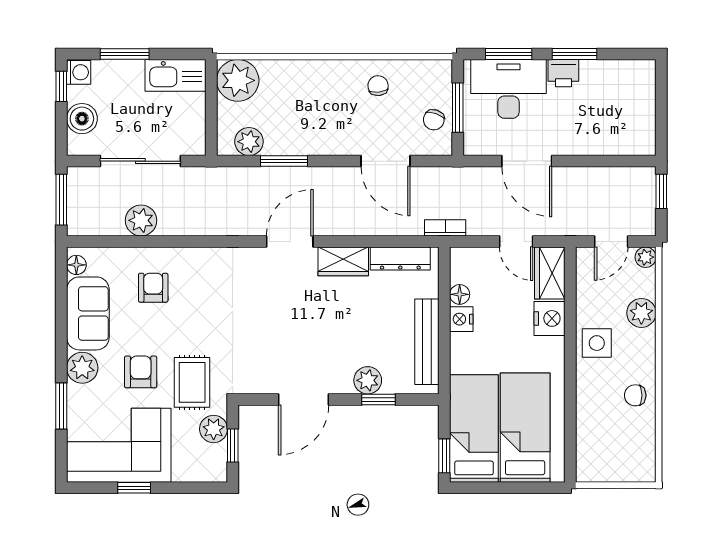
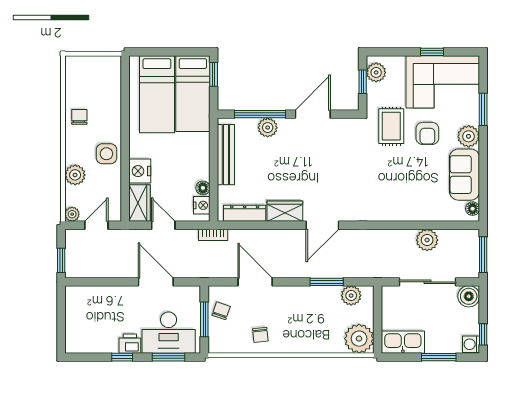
window: (574, 54) -> (122, 357), width x0.67
boiler: (82, 119) -> (469, 296), moved
armchair: (153, 288) -> (419, 193), removed
nightstand: (461, 319) -> (202, 205), moved
chair: (635, 395) -> (79, 117), turned -90
window: (379, 399) -> (260, 114), width x2.17
plant: (214, 429) -> (376, 72), moved

